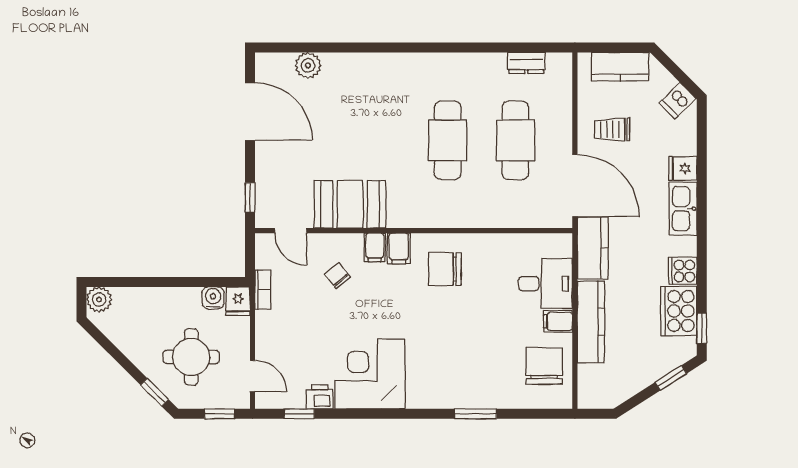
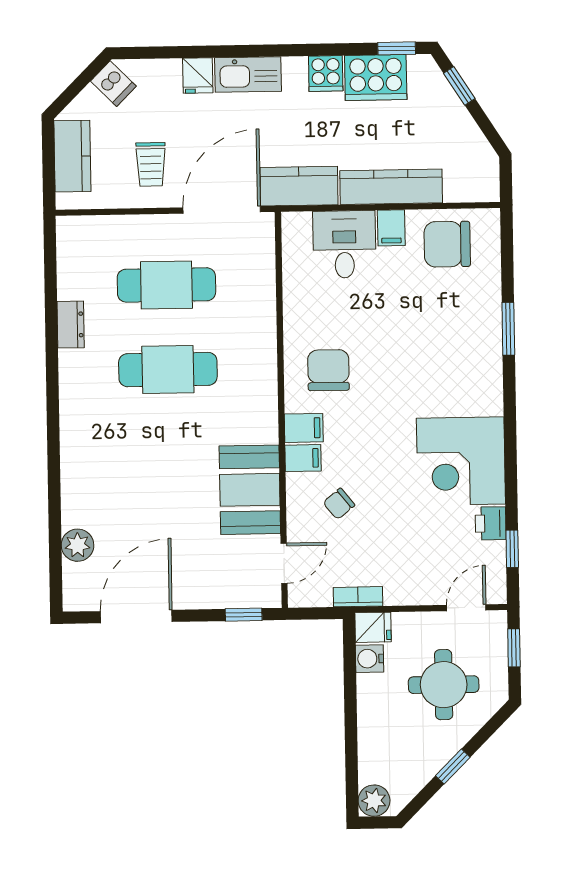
dresser: (526, 63) -> (71, 325), moved
chair: (445, 269) -> (328, 370), turned 180
window: (155, 392) -> (453, 766), moved

